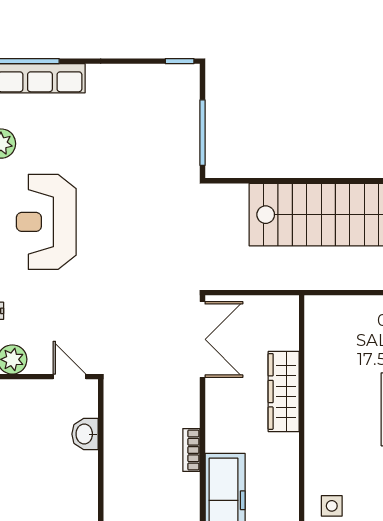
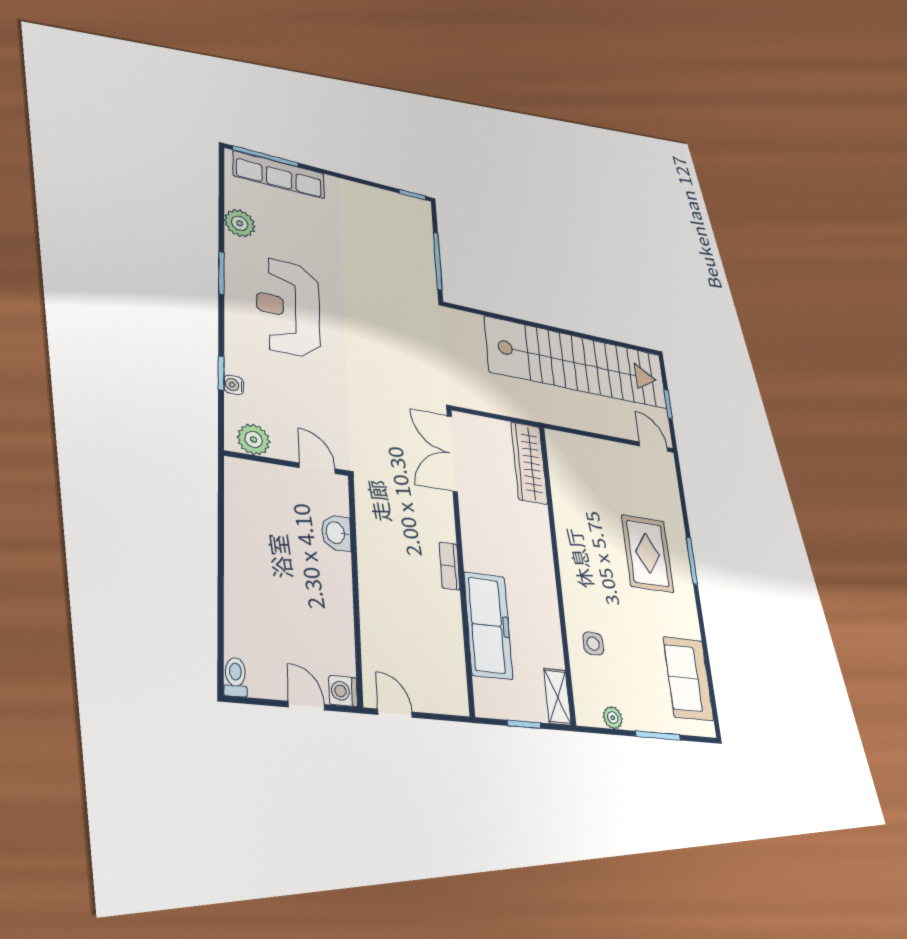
double door: (202, 339) -> (452, 453), swing flipped
wardrobe: (284, 391) -> (529, 463), moved

